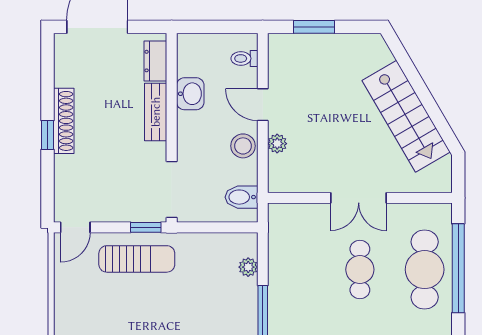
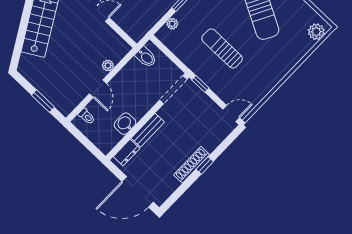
stool: (243, 146) -> (124, 79), removed
sun lounger: (137, 259) -> (222, 48), moved

